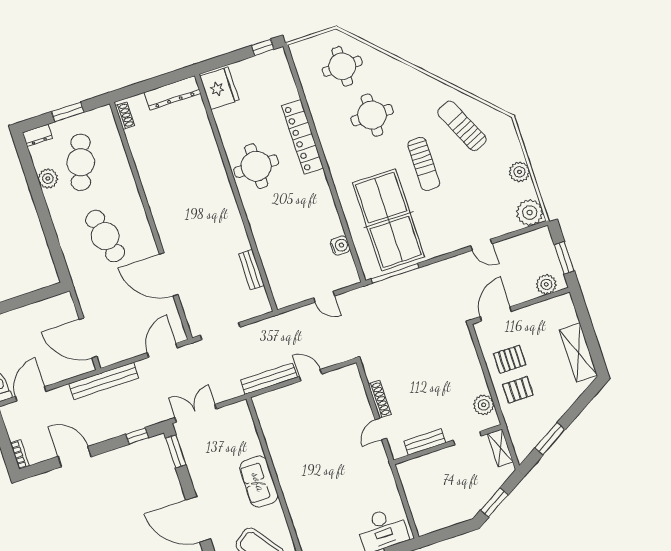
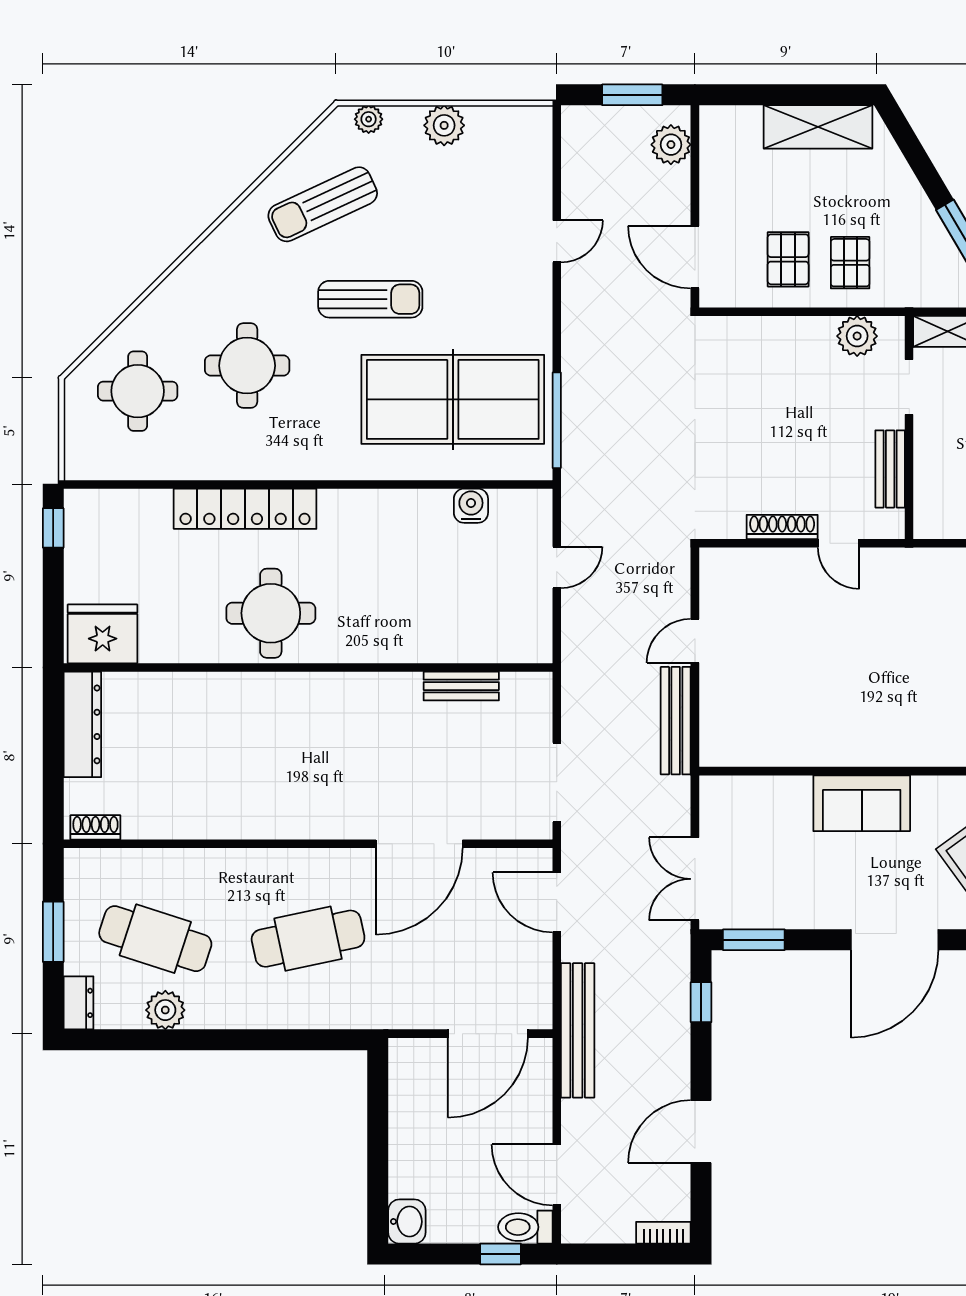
plant: (530, 213) -> (369, 119), moved, width x0.53, depth x0.53

